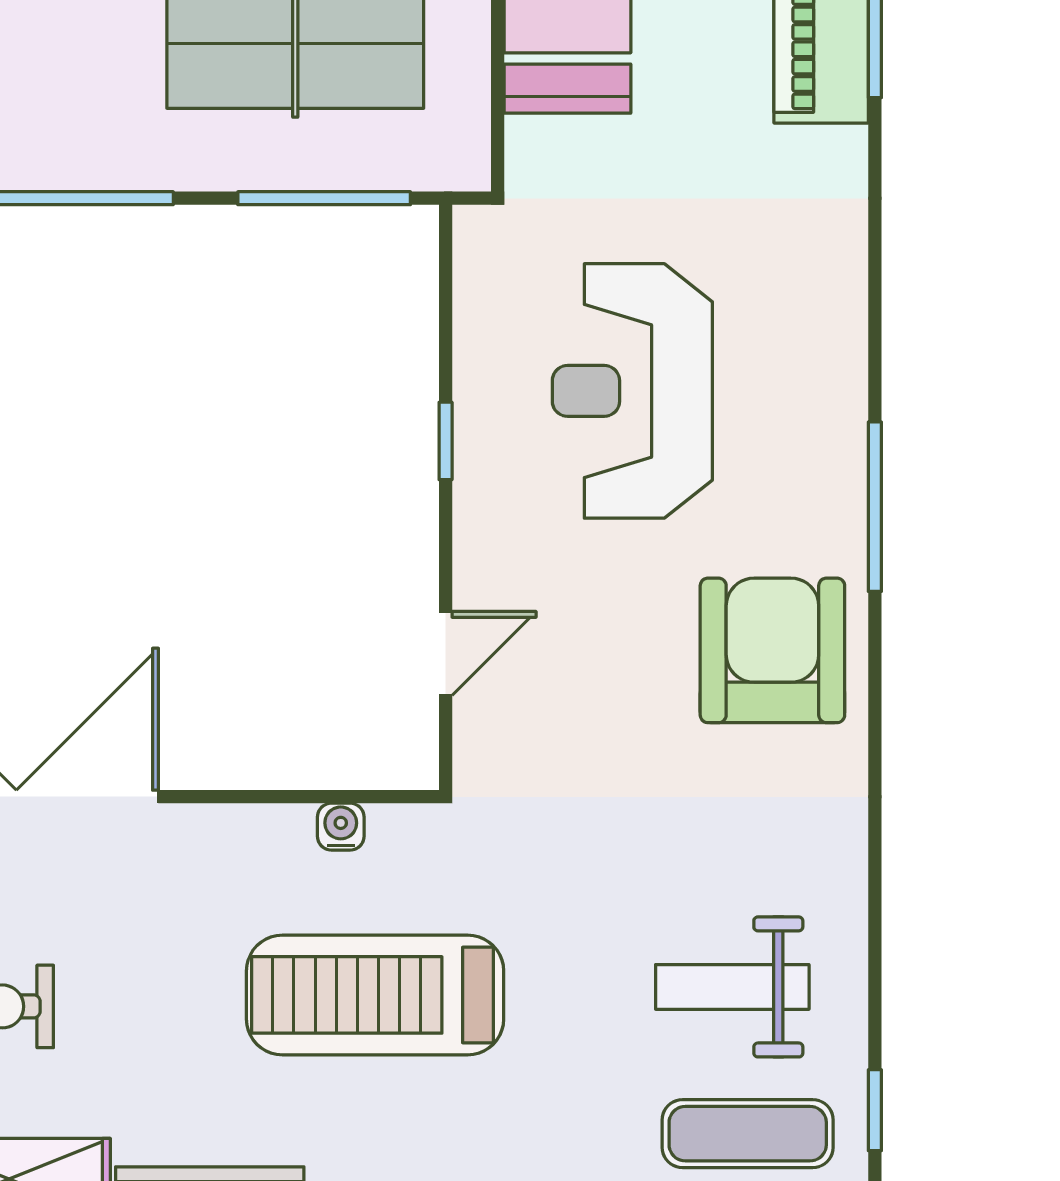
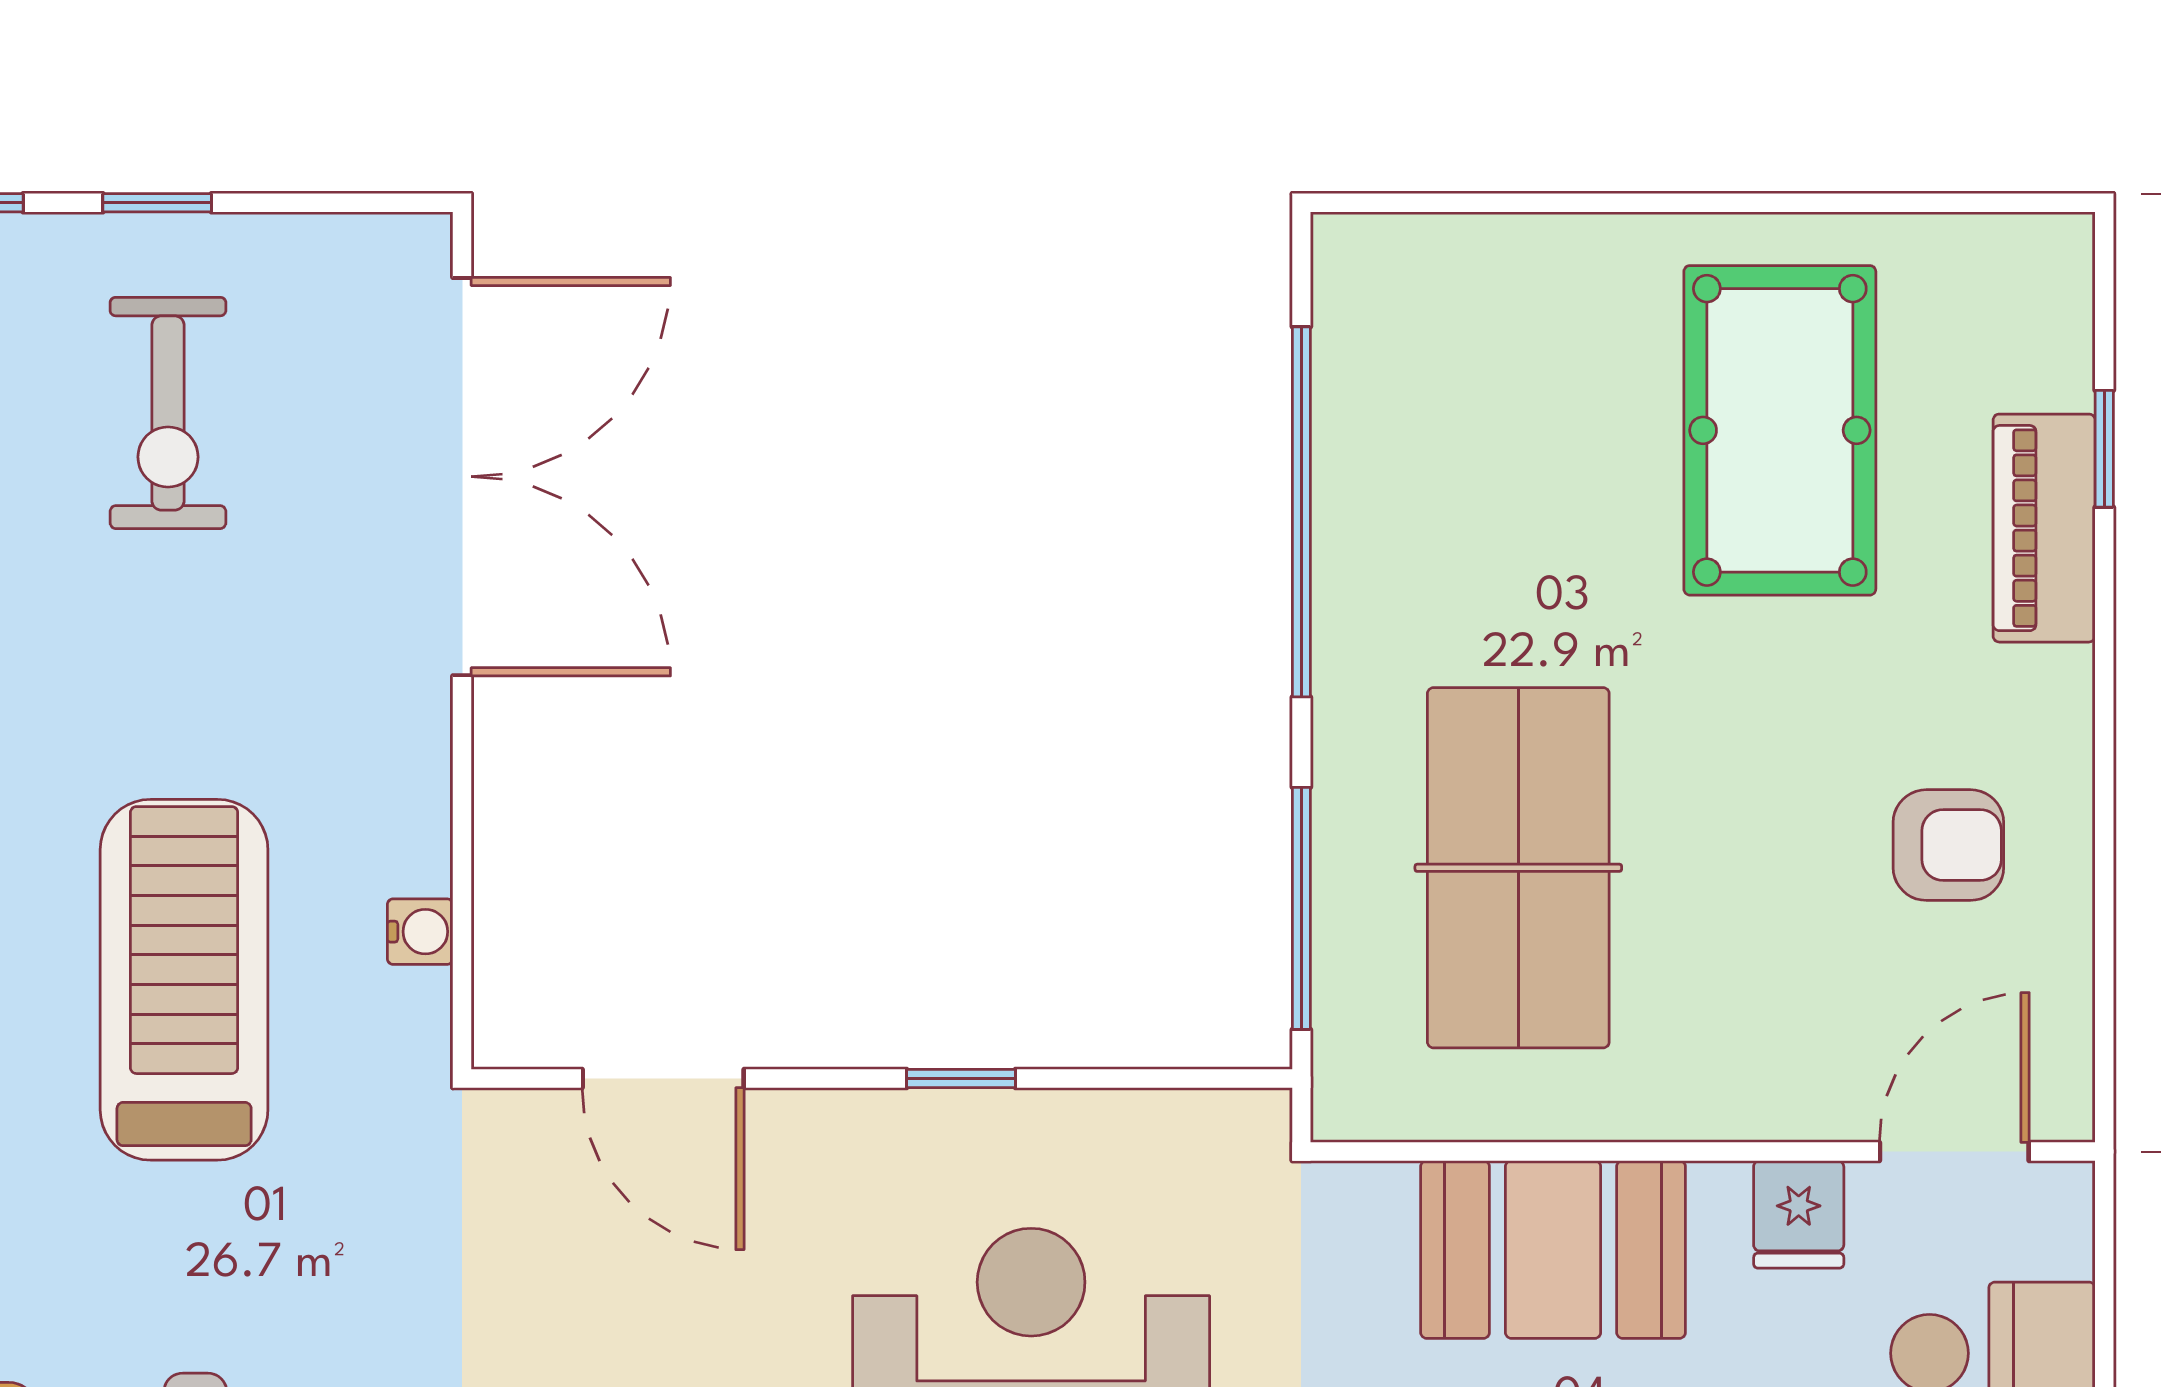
door: (446, 653) -> (663, 1079), width x1.38

